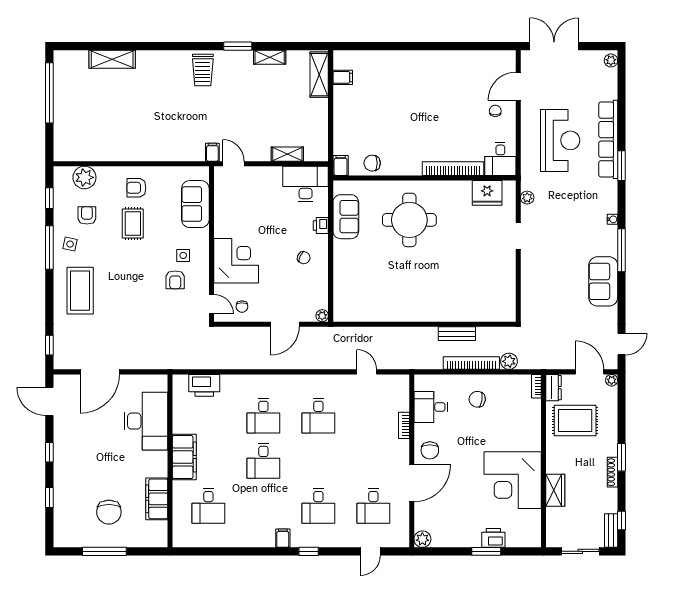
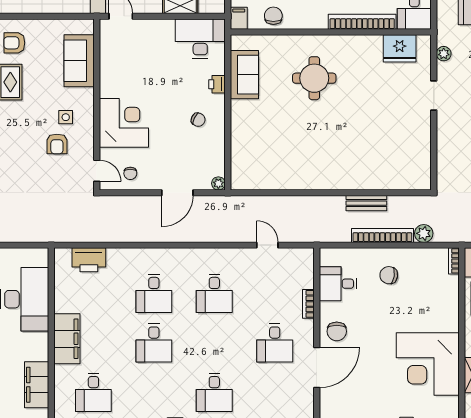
chair: (372, 163) -> (273, 16), turned 90
round table: (409, 220) -> (314, 78), width x0.73, depth x0.73
desk: (373, 506) -> (275, 343), moved

